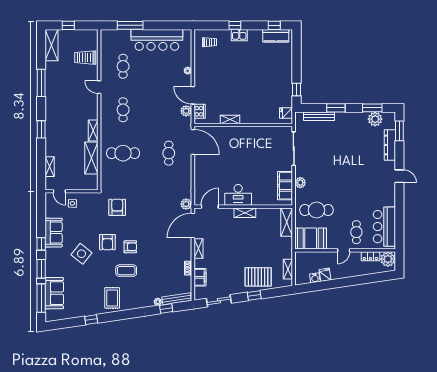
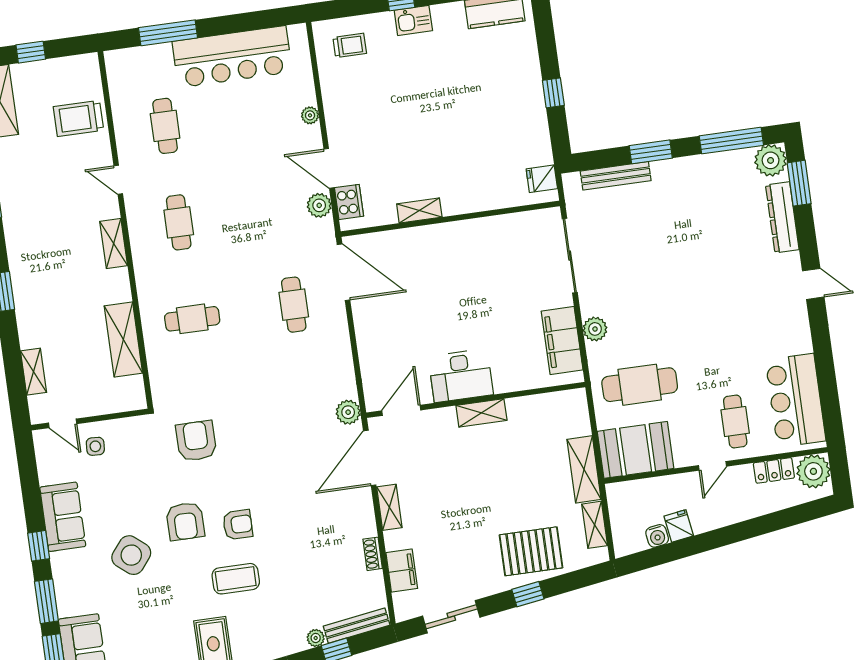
window: (297, 90) -> (553, 93), moved
window: (372, 108) -> (731, 141), width x1.44
plant: (375, 119) -> (771, 160), moved
shelving: (93, 130) -> (114, 243), moved
cafe table: (123, 153) -> (192, 319), width x0.73, depth x0.74
shelving: (287, 222) -> (584, 469), moved

